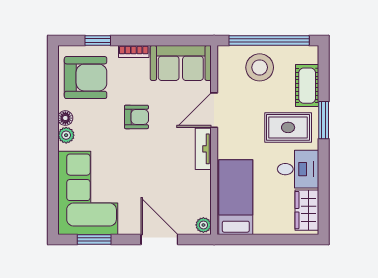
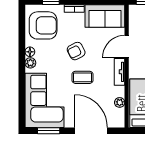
armchair: (136, 117) -> (76, 51), turned 153
coffee table: (146, 157) -> (83, 77), added
plant: (203, 225) -> (120, 102), moved
door: (159, 239) -> (91, 131), width x1.36

